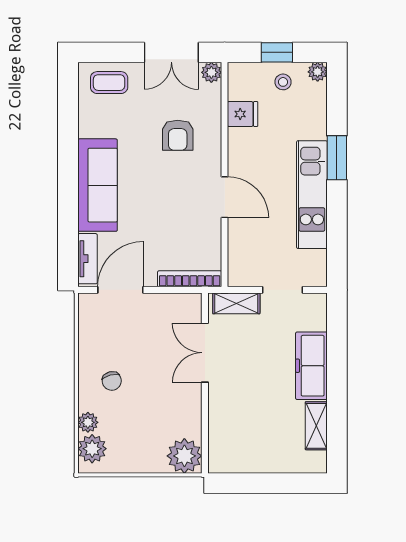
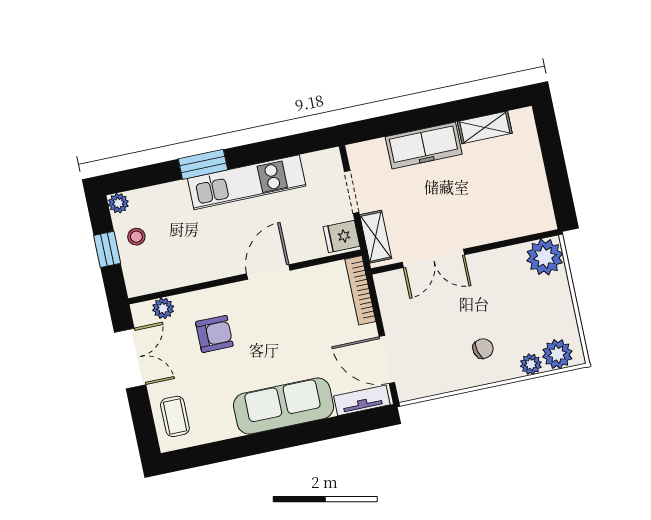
plant: (211, 72) -> (163, 308), moved
fridge: (243, 114) -> (341, 236), moved, turned -90

